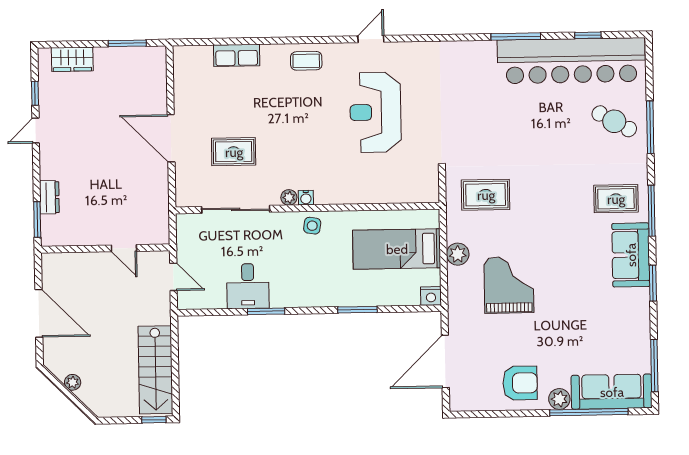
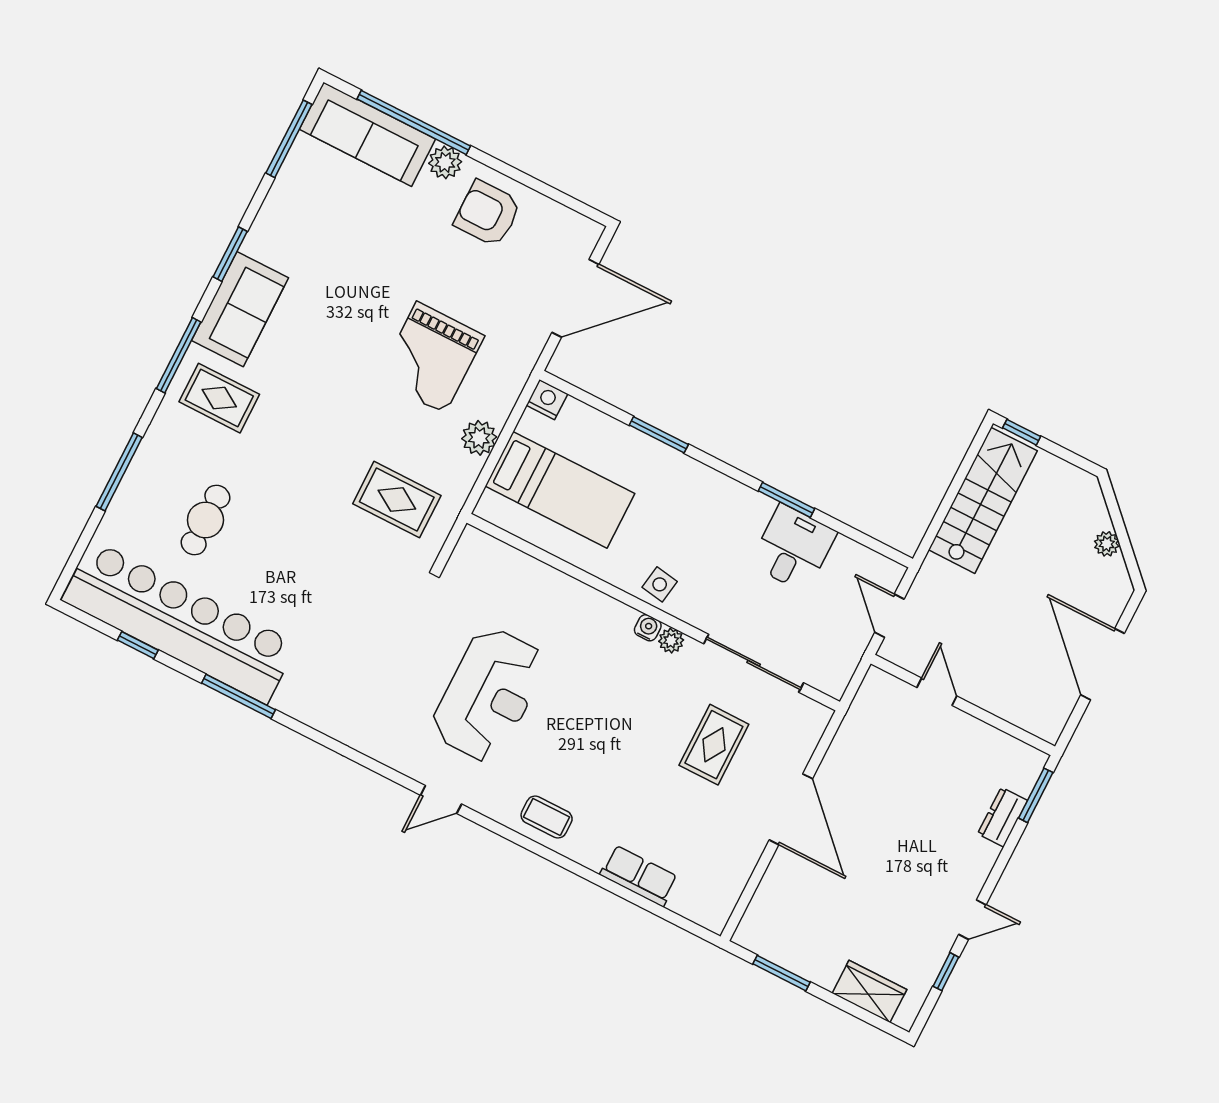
cafe table: (614, 121) -> (205, 520), moved, turned 61
rug: (234, 152) -> (714, 745), turned 90

